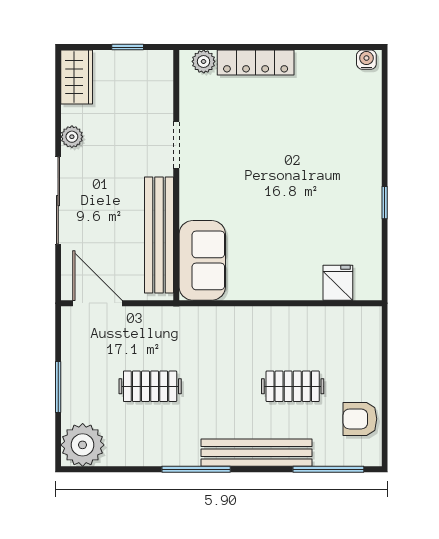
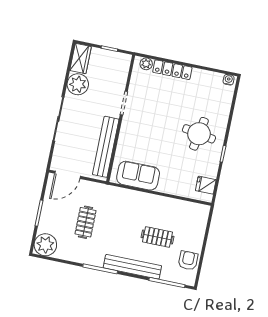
plant: (72, 137) -> (78, 84), width x1.88, depth x1.88
round table: (331, 174) -> (199, 134), added
sofa: (202, 260) -> (138, 176), moved, turned -90
fridge: (338, 283) -> (206, 185), moved, turned -90
door: (97, 303) -> (68, 175), swing flipped
clothes rail: (150, 386) -> (86, 222), turned 90
armchair: (360, 419) -> (188, 260), turned 90

